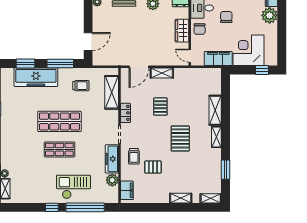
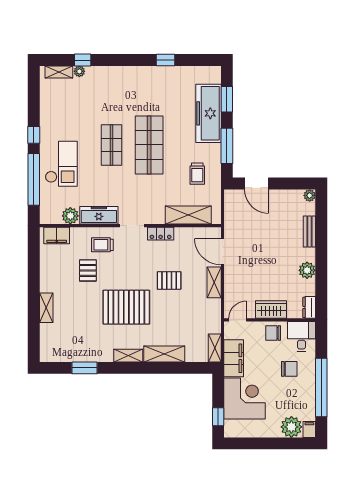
pallet: (180, 138) -> (126, 307), width x1.37, depth x1.41
shelving: (211, 198) -> (215, 348), moved

